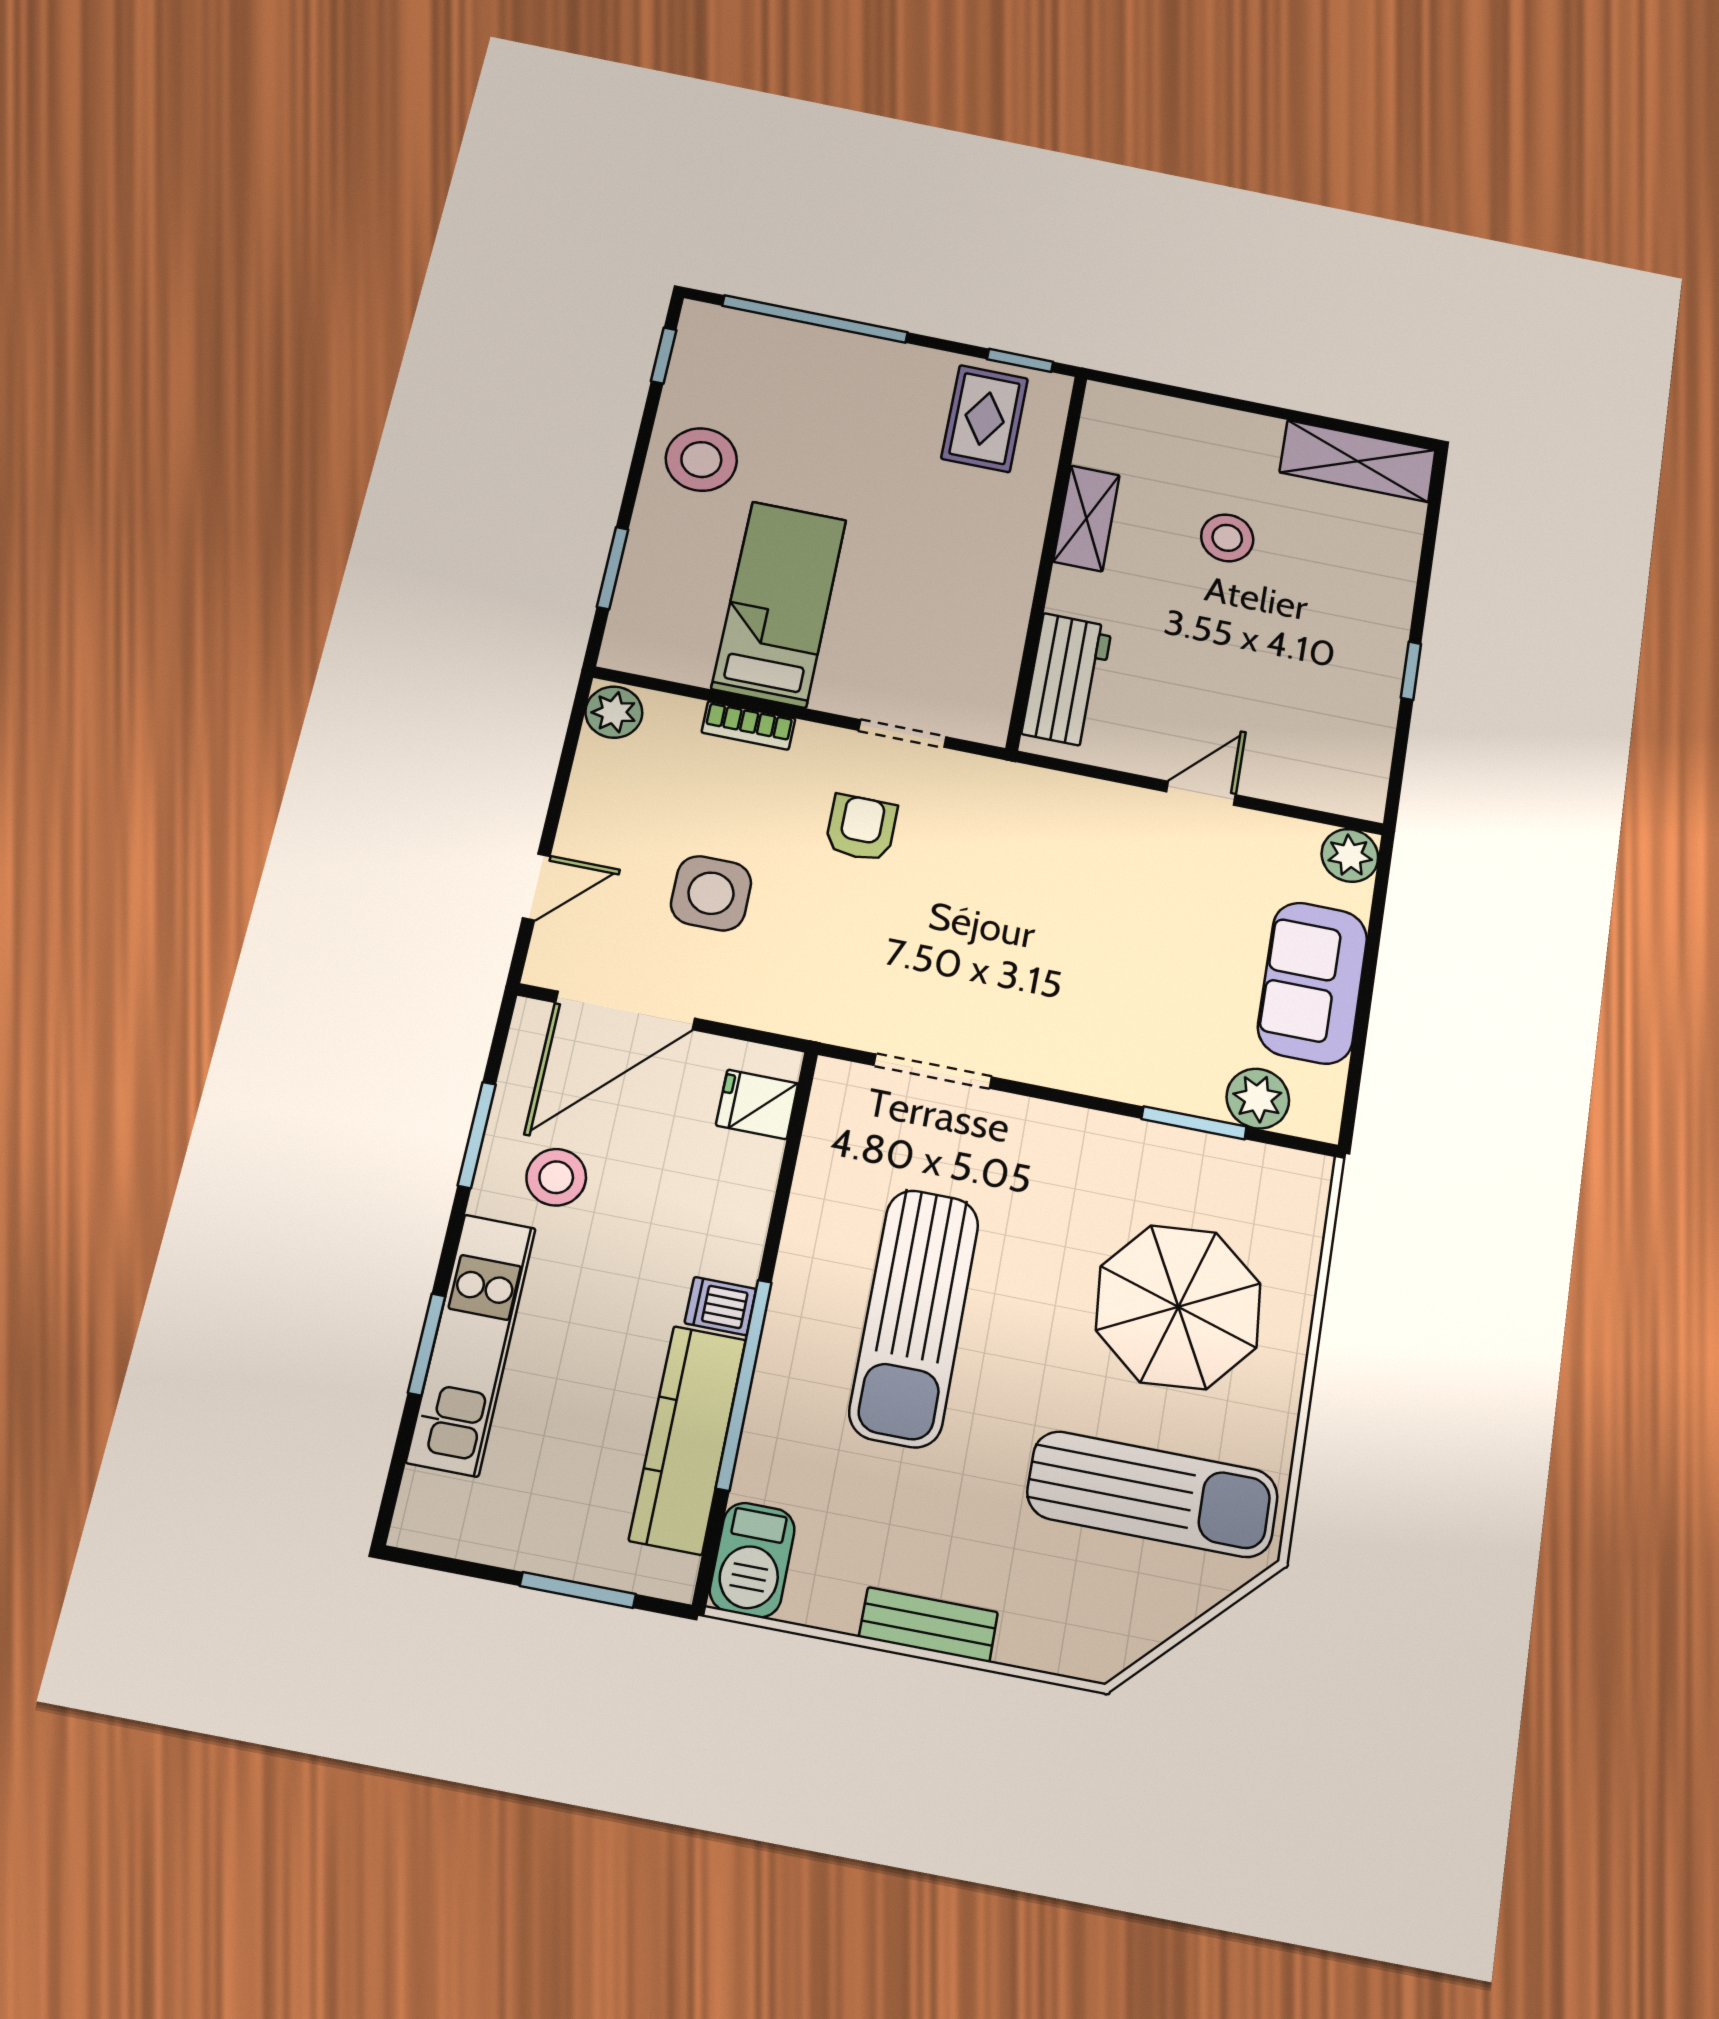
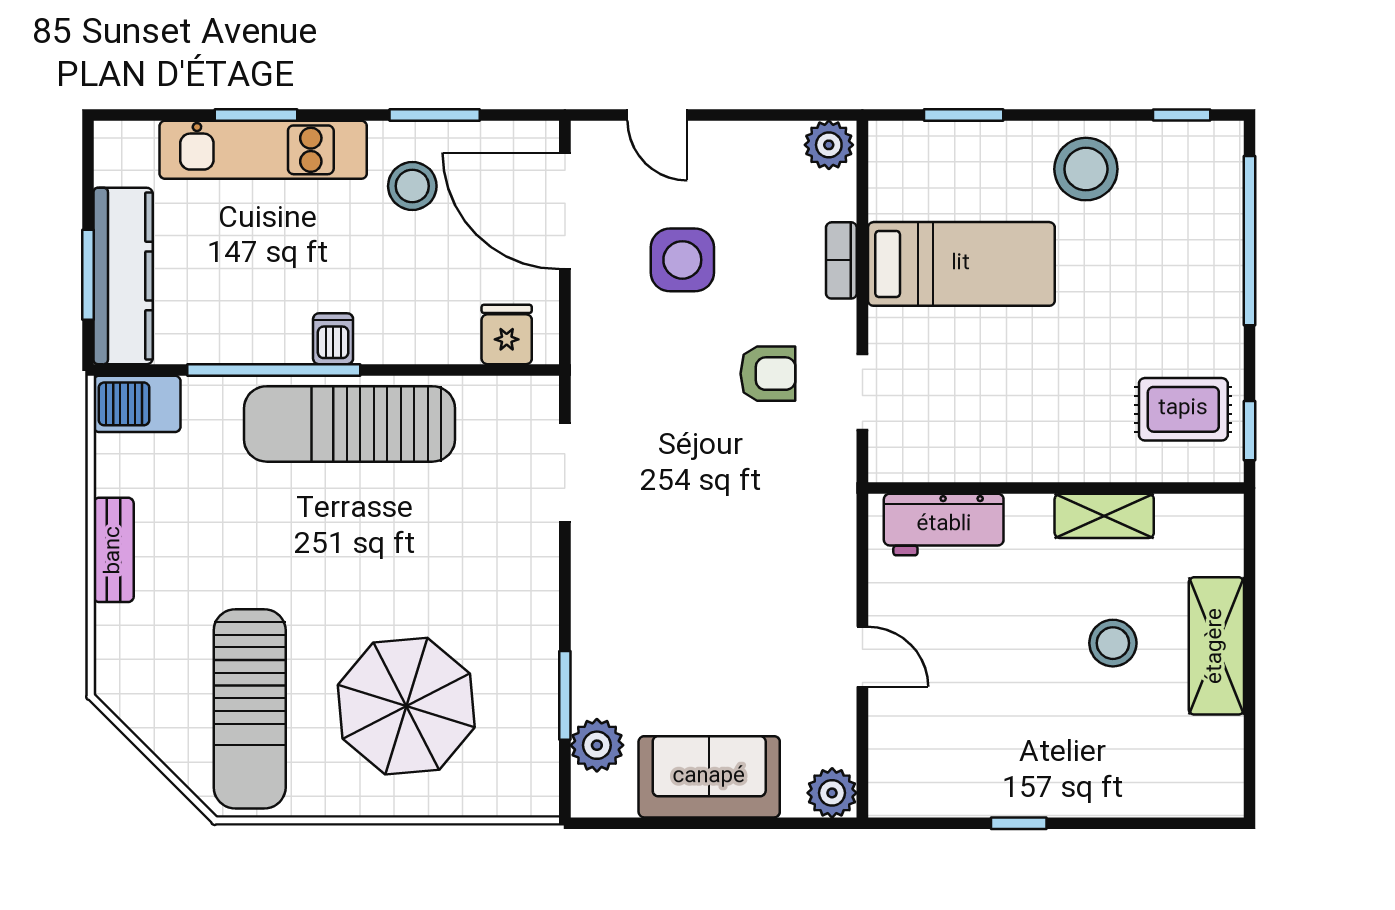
shelving: (1358, 461) -> (1216, 646), moved
sun lounger: (914, 1317) -> (349, 424), moved
kitchen counter: (688, 1439) -> (123, 276), moved, turned 90

